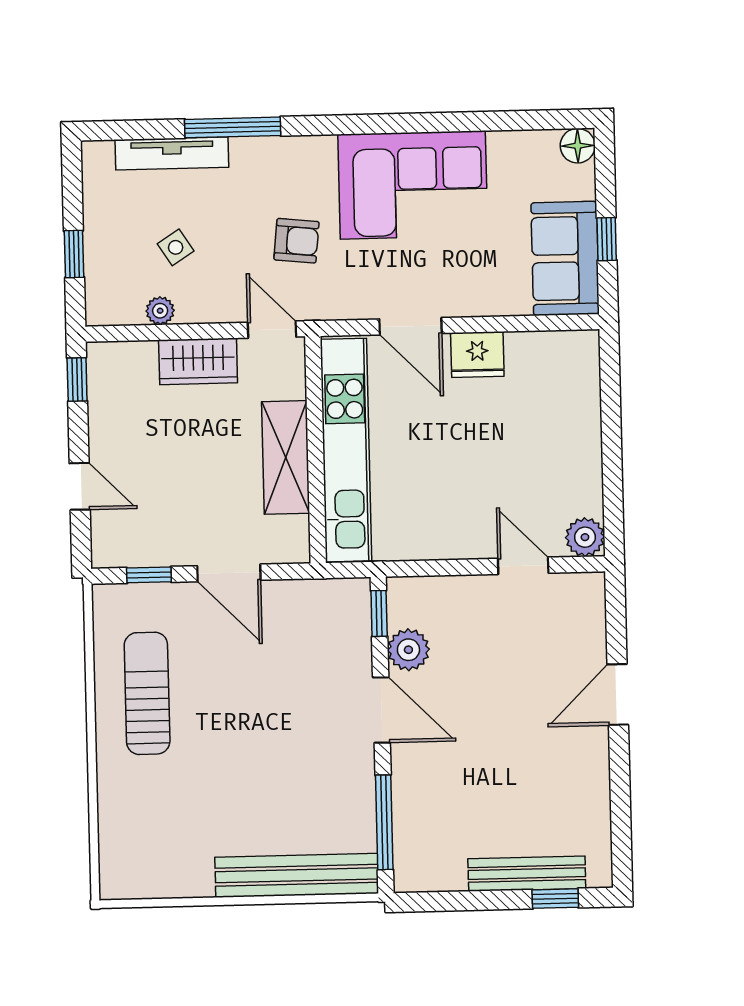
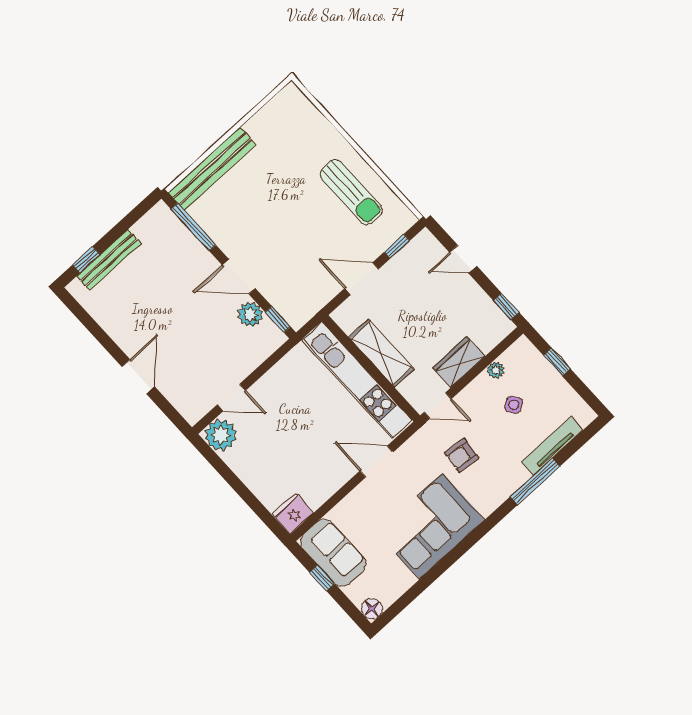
fridge: (477, 355) -> (293, 514), moved
plant: (585, 537) -> (221, 435), width x1.36, depth x1.36

